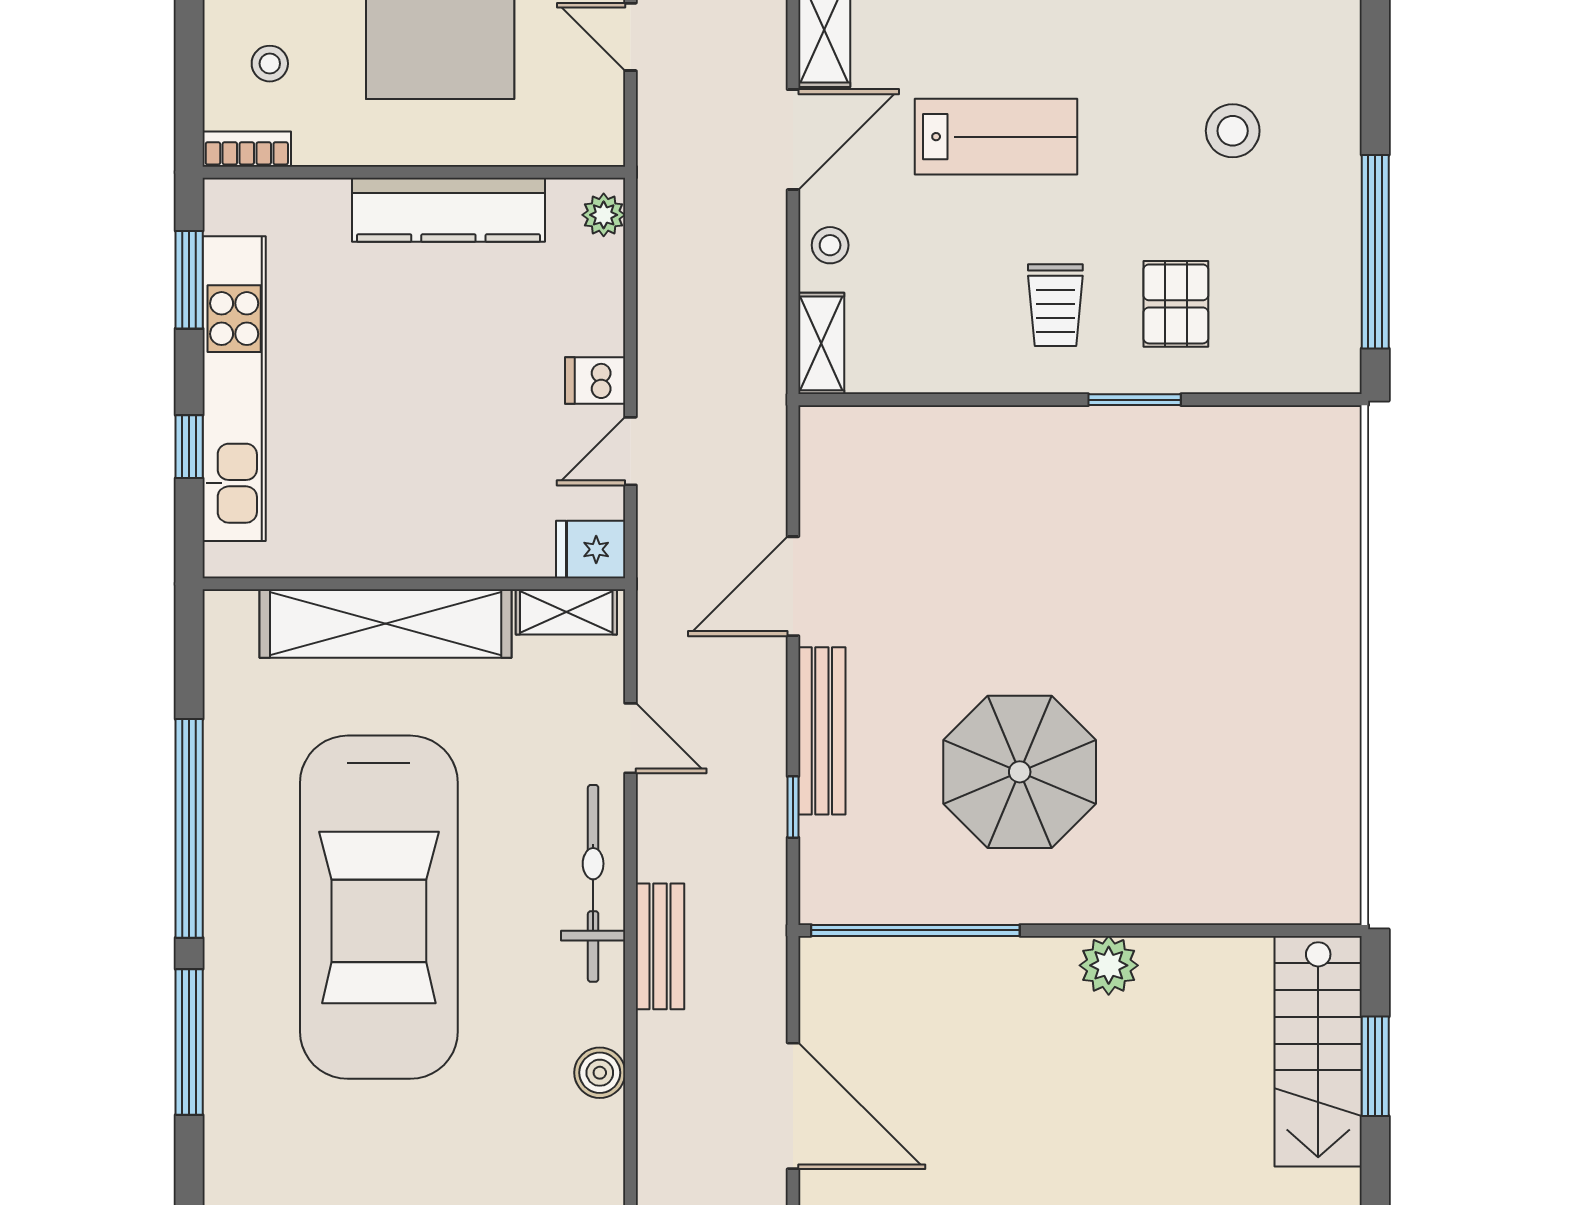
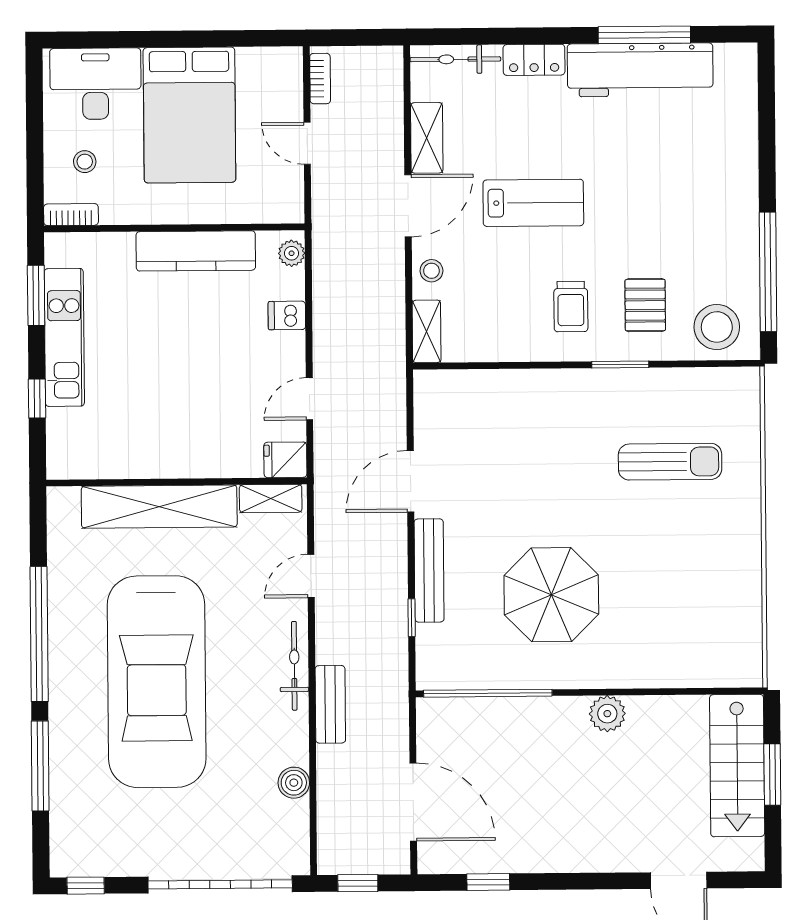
stool: (1233, 131) -> (717, 327), moved, width x1.38, depth x1.38
dishwasher: (595, 380) -> (287, 315), moved
kitchen unit: (234, 389) -> (64, 337), width x0.73
sun lounger: (1214, 558) -> (670, 462), added
door: (631, 738) -> (311, 576), swing flipped
bicycle: (593, 883) -> (294, 666), width x0.73, depth x0.71

